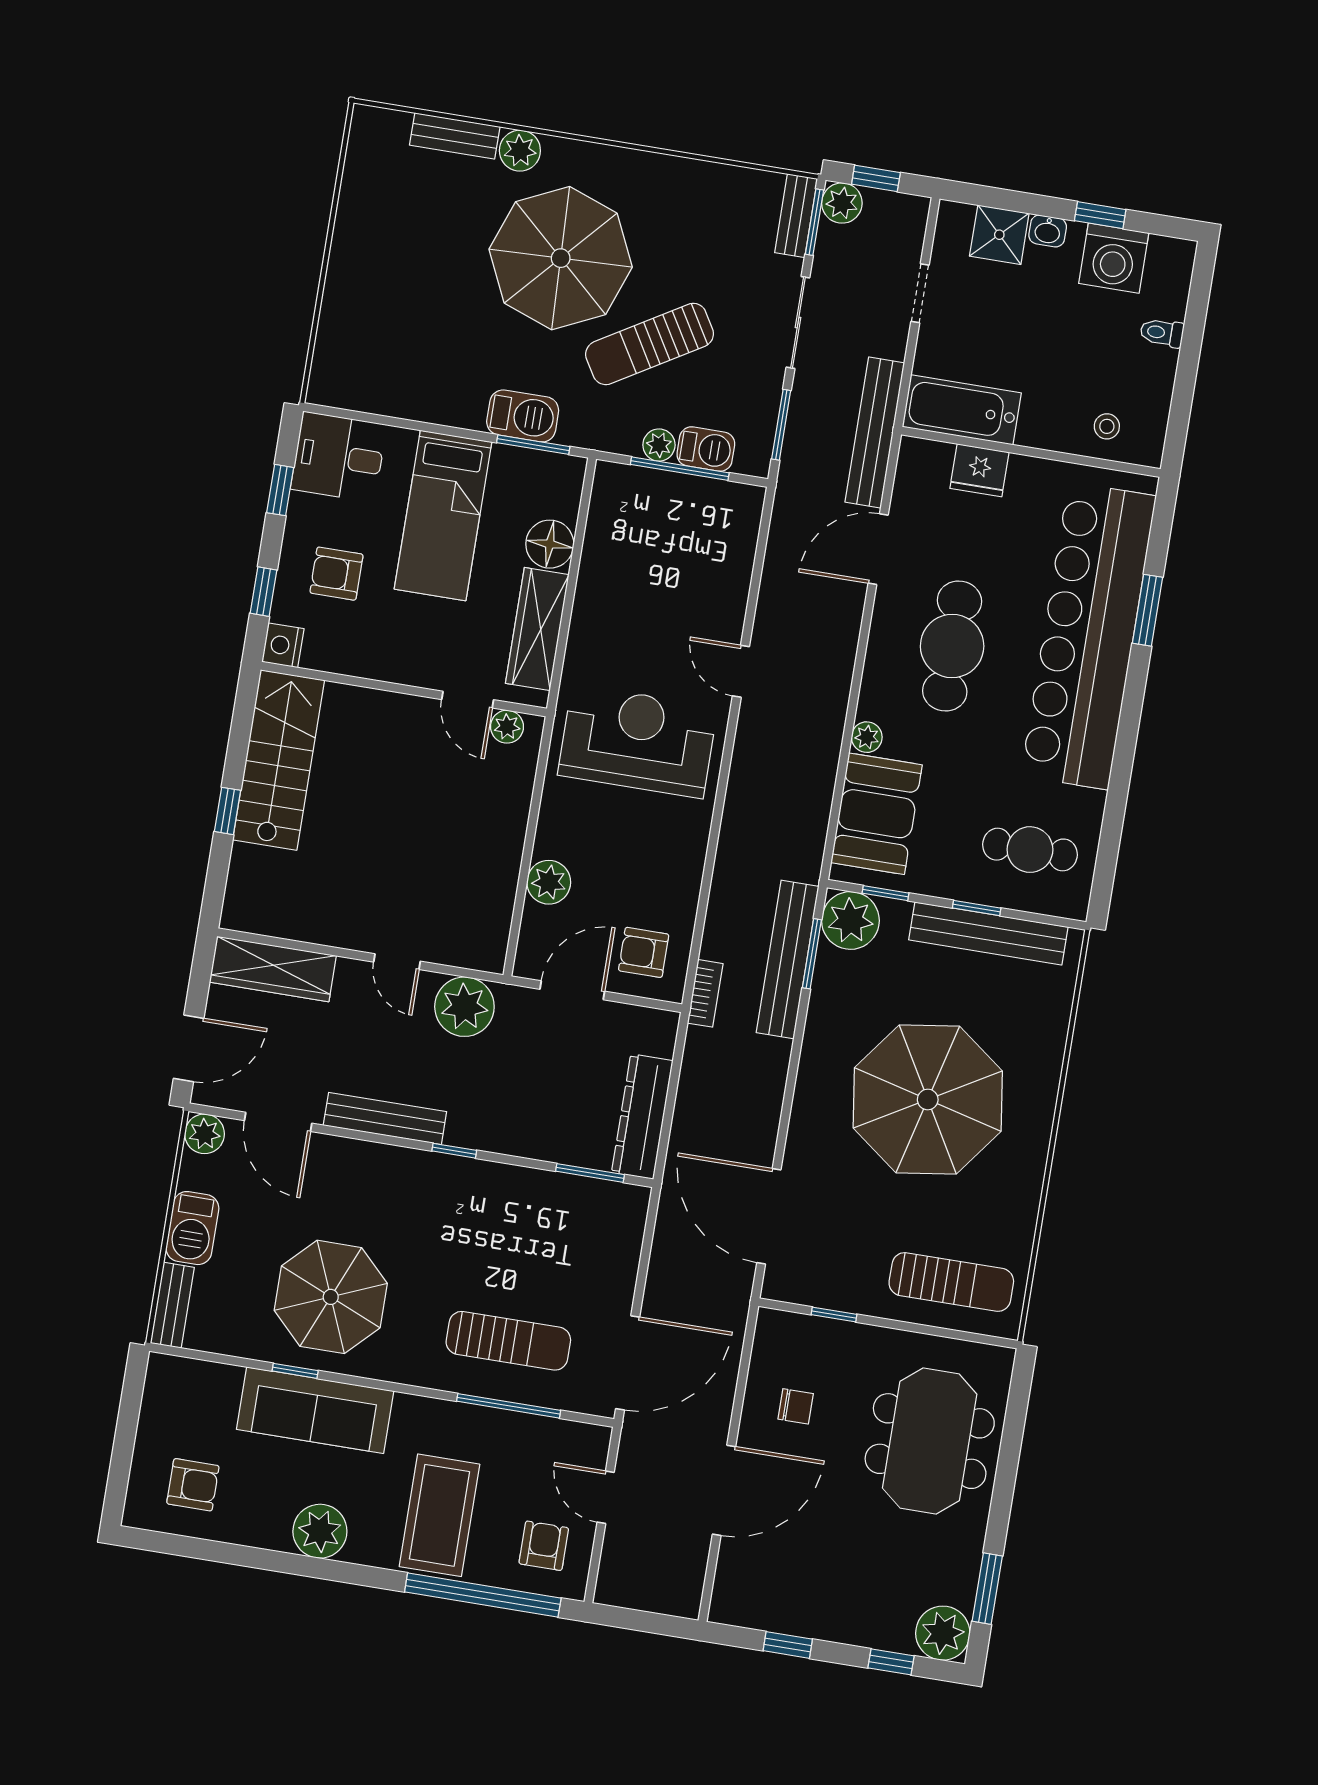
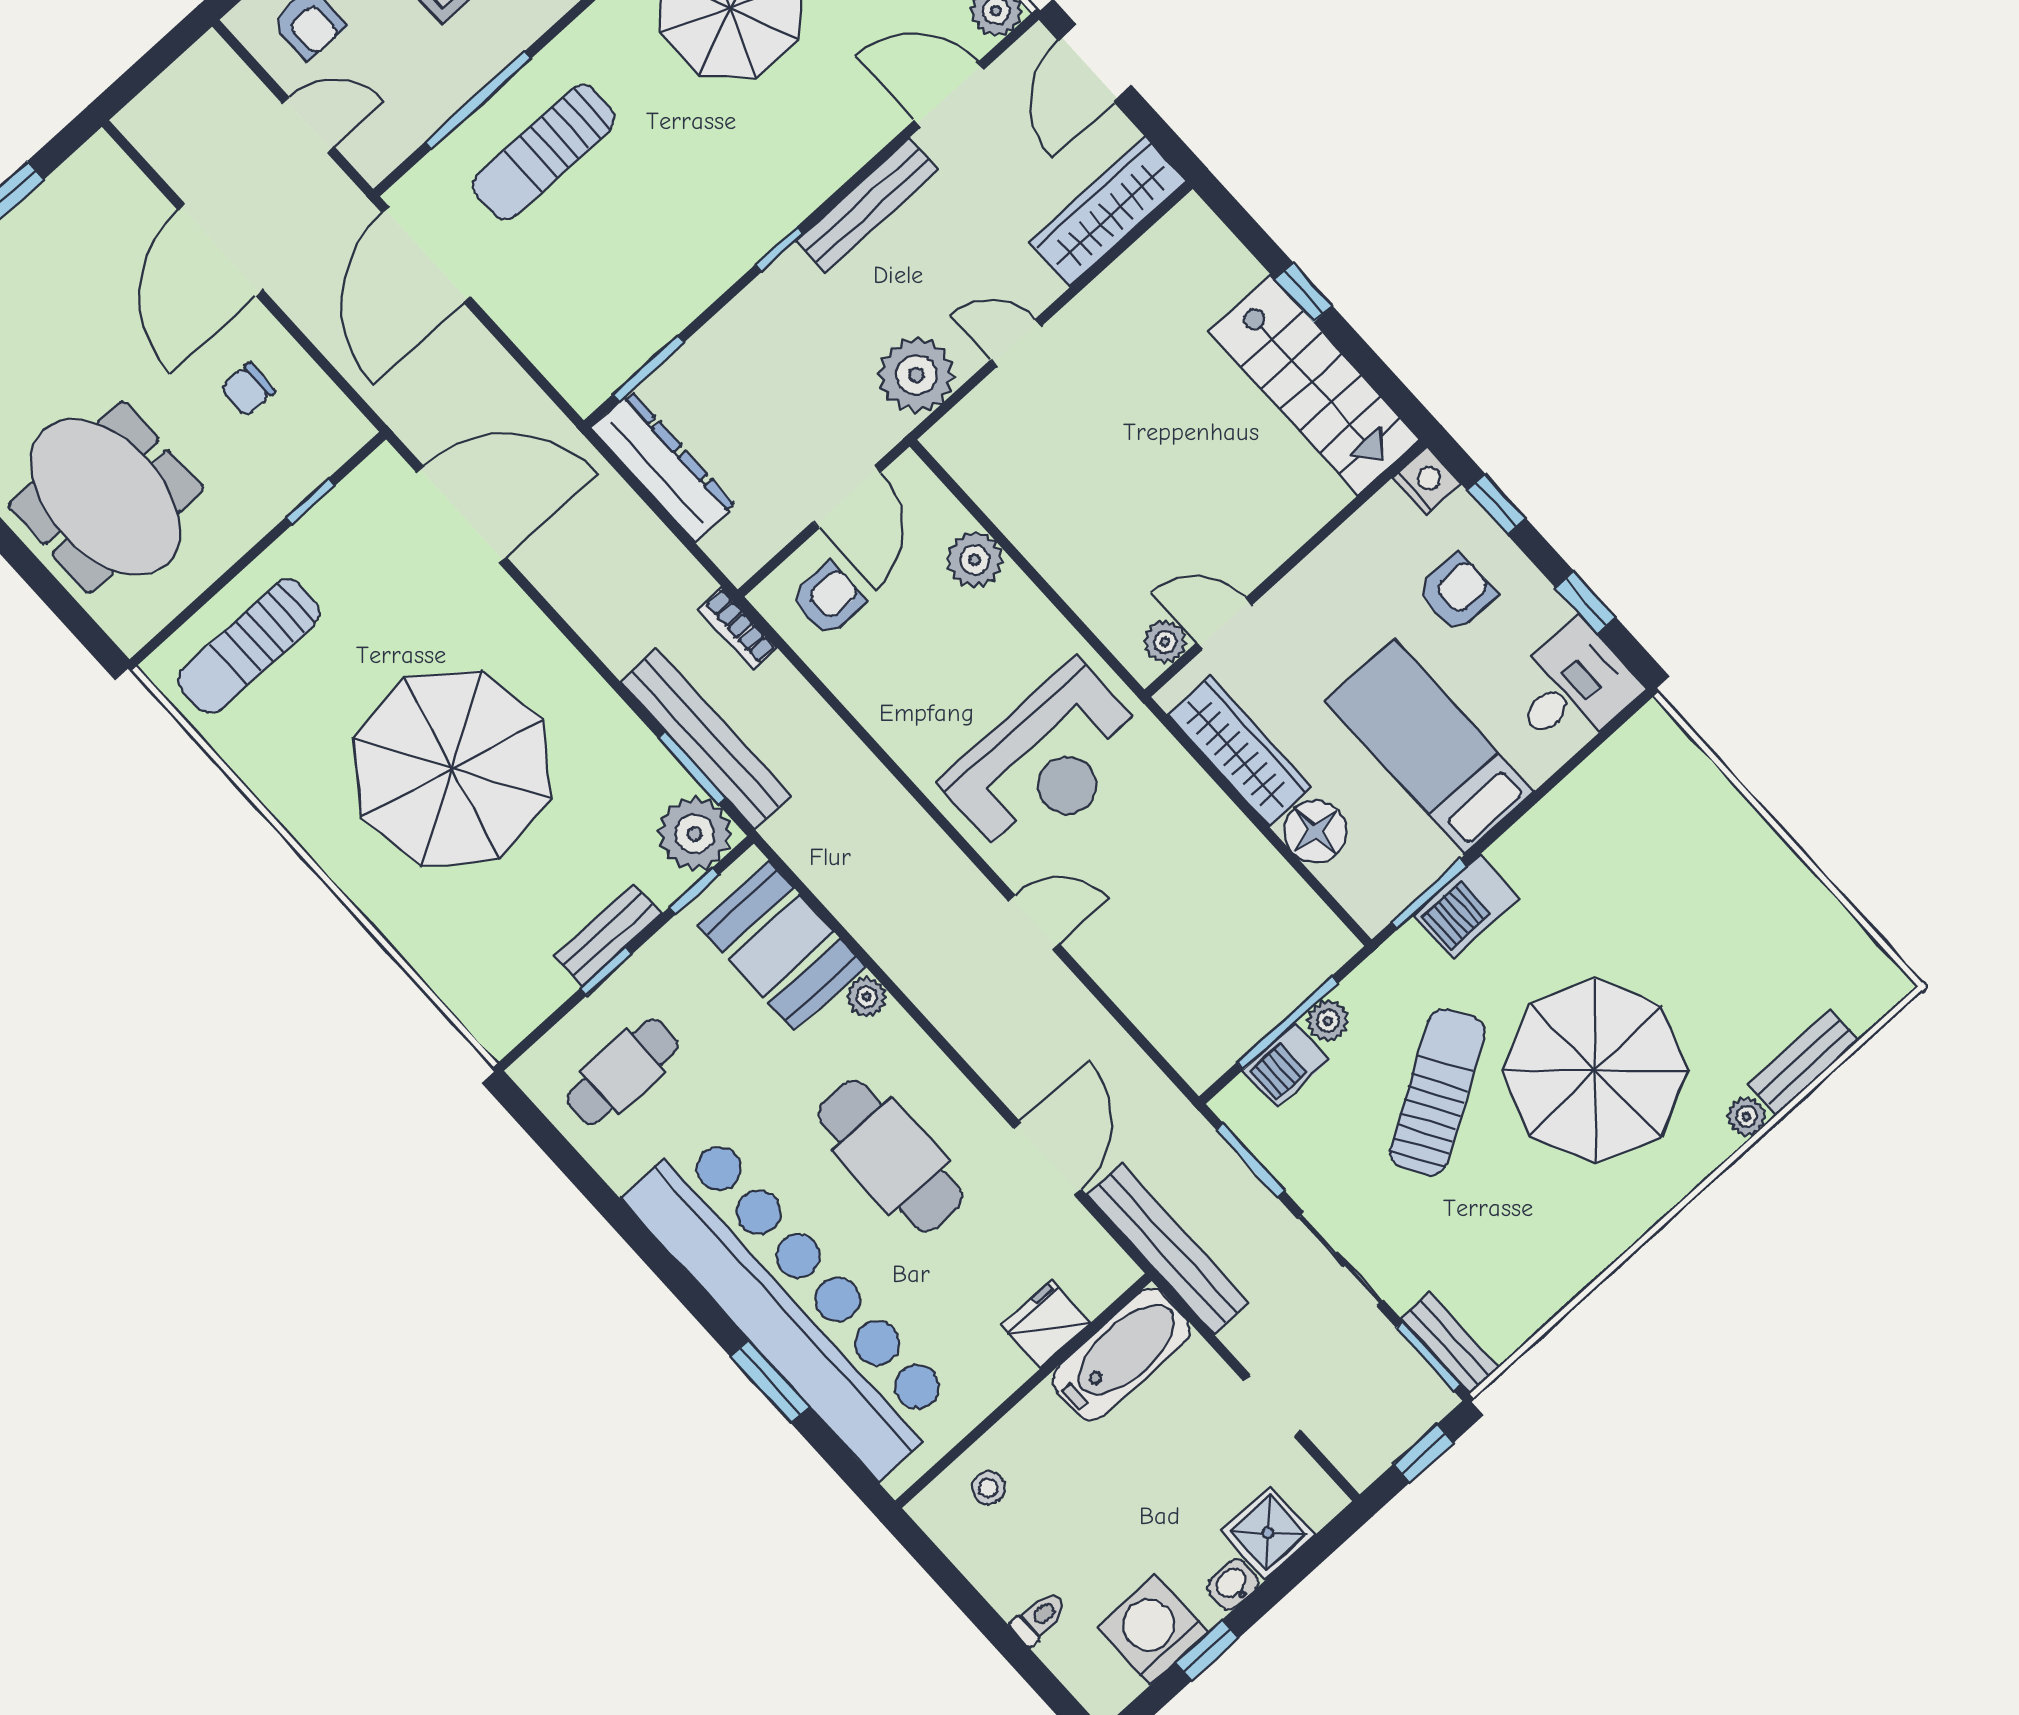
plant: (520, 151) -> (1746, 1117), width x0.73, depth x0.73
plant: (842, 203) -> (1426, 1399), removed
bench: (988, 933) -> (608, 935), width x0.54, depth x0.82

